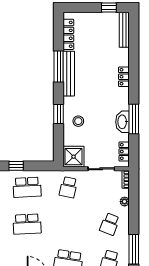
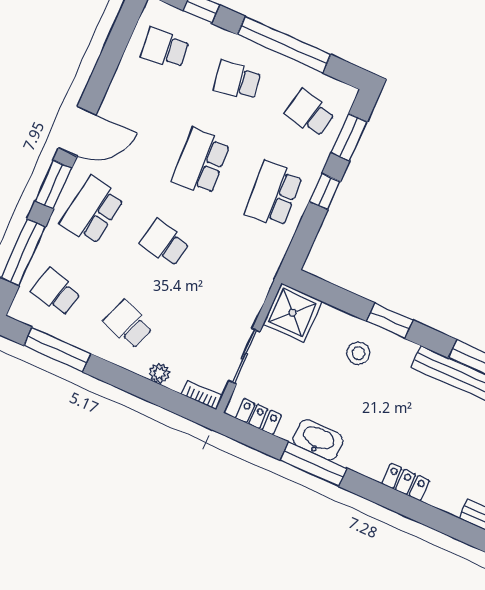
school desk: (68, 187) -> (165, 243), moved

